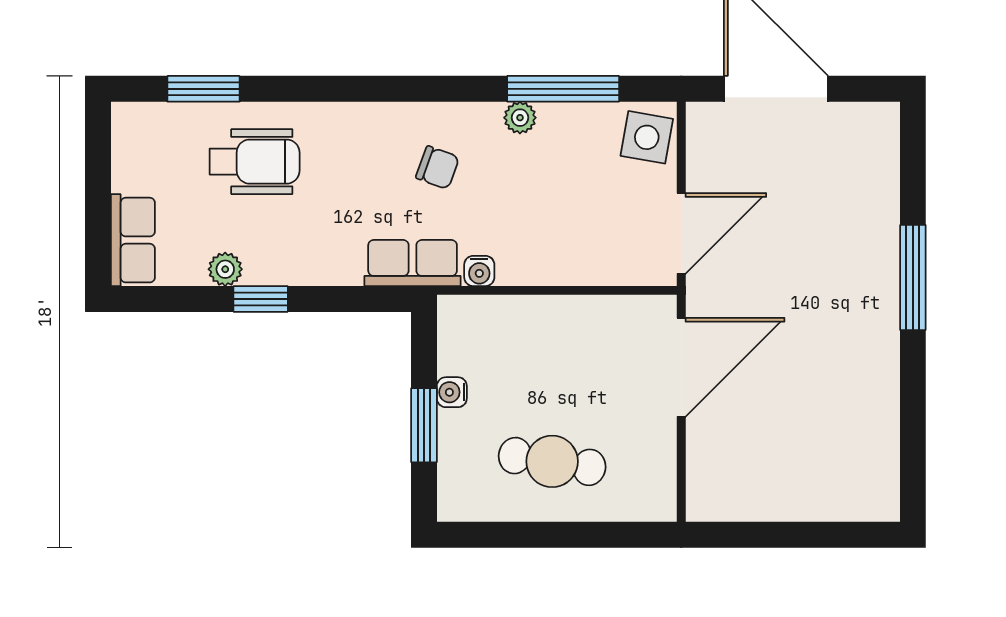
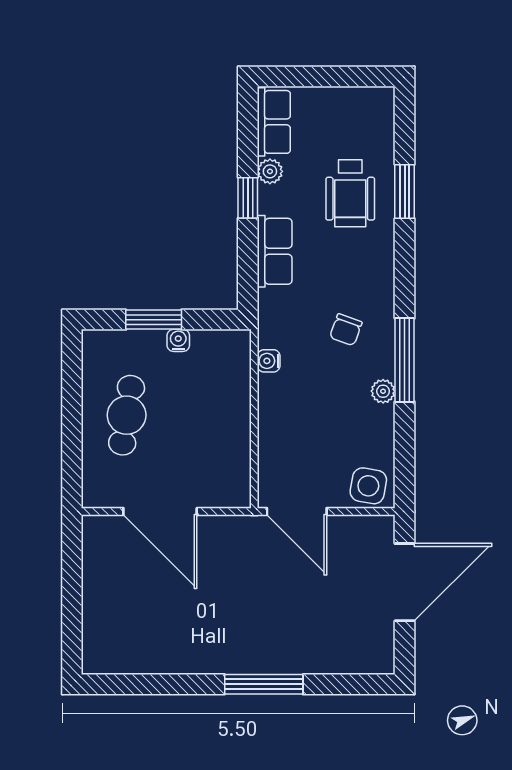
window: (203, 89) -> (405, 191), moved
window: (563, 89) -> (405, 360), moved
row of seats: (133, 240) -> (274, 122), moved, turned -90
row of seats: (413, 263) -> (275, 251), moved
door: (681, 367) -> (160, 512), moved

